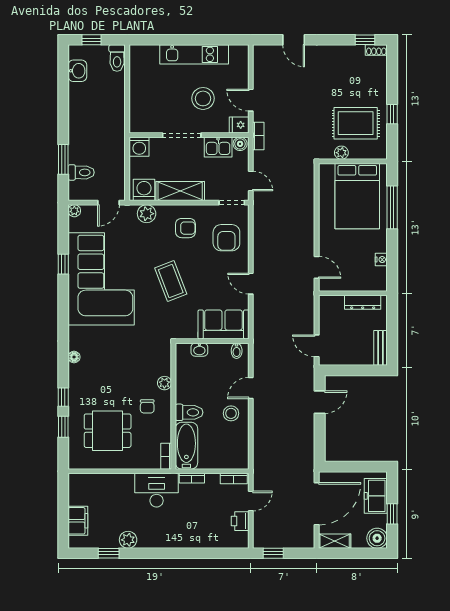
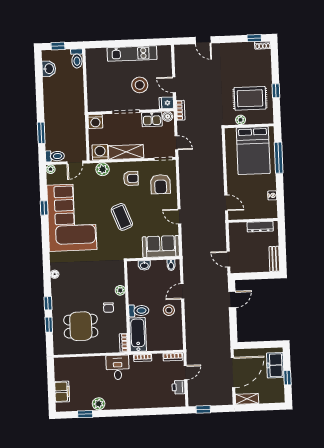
toilet: (81, 172) -> (55, 156), moved
desk: (157, 490) -> (118, 367), width x0.73
boiler: (377, 538) -> (277, 396), removed

